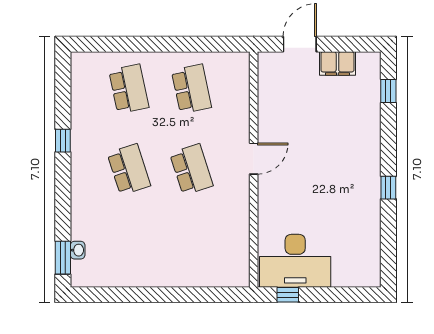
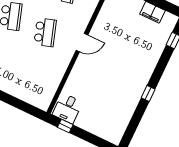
desk: (295, 261) -> (67, 108), width x0.53, depth x0.77

